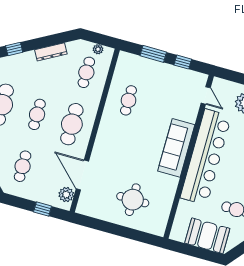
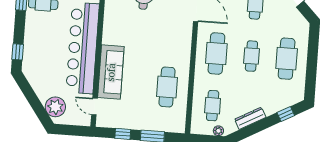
plant: (98, 49) -> (218, 131), moved
cafe table: (128, 100) -> (167, 87), width x1.37, depth x1.35
sofa: (176, 148) -> (111, 72), moved

